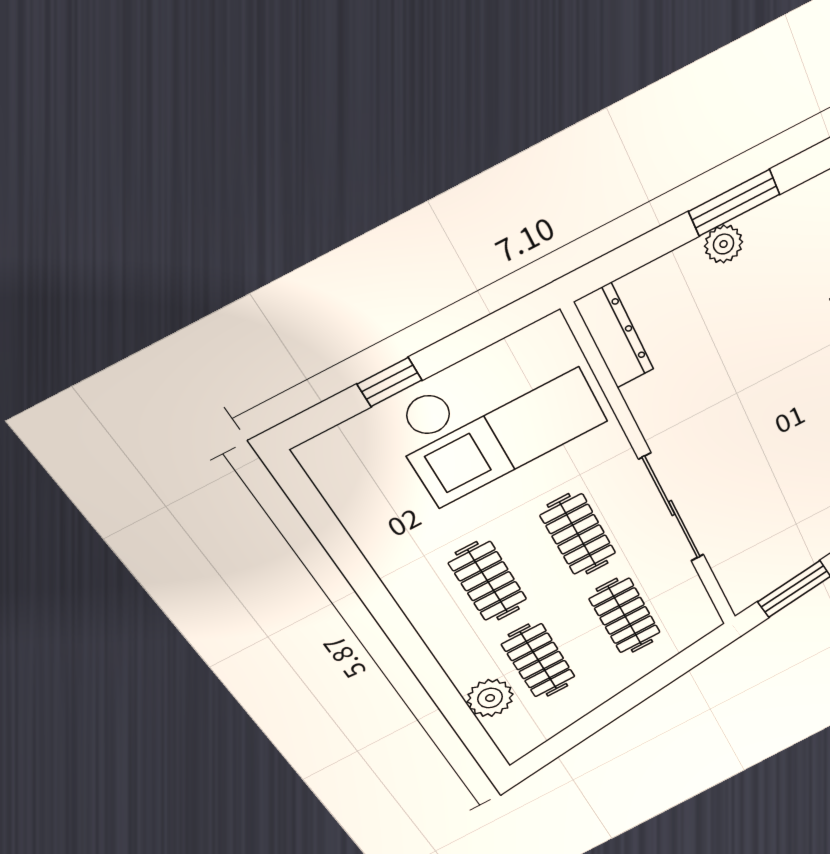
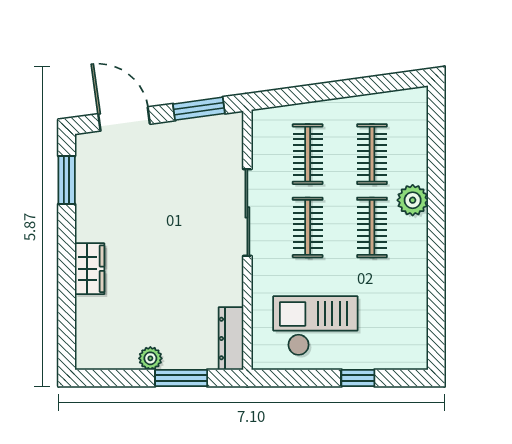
window: (734, 203) -> (181, 378), moved
checkout: (497, 419) -> (315, 326), width x0.73, depth x0.83
plant: (490, 698) -> (413, 200), moved

